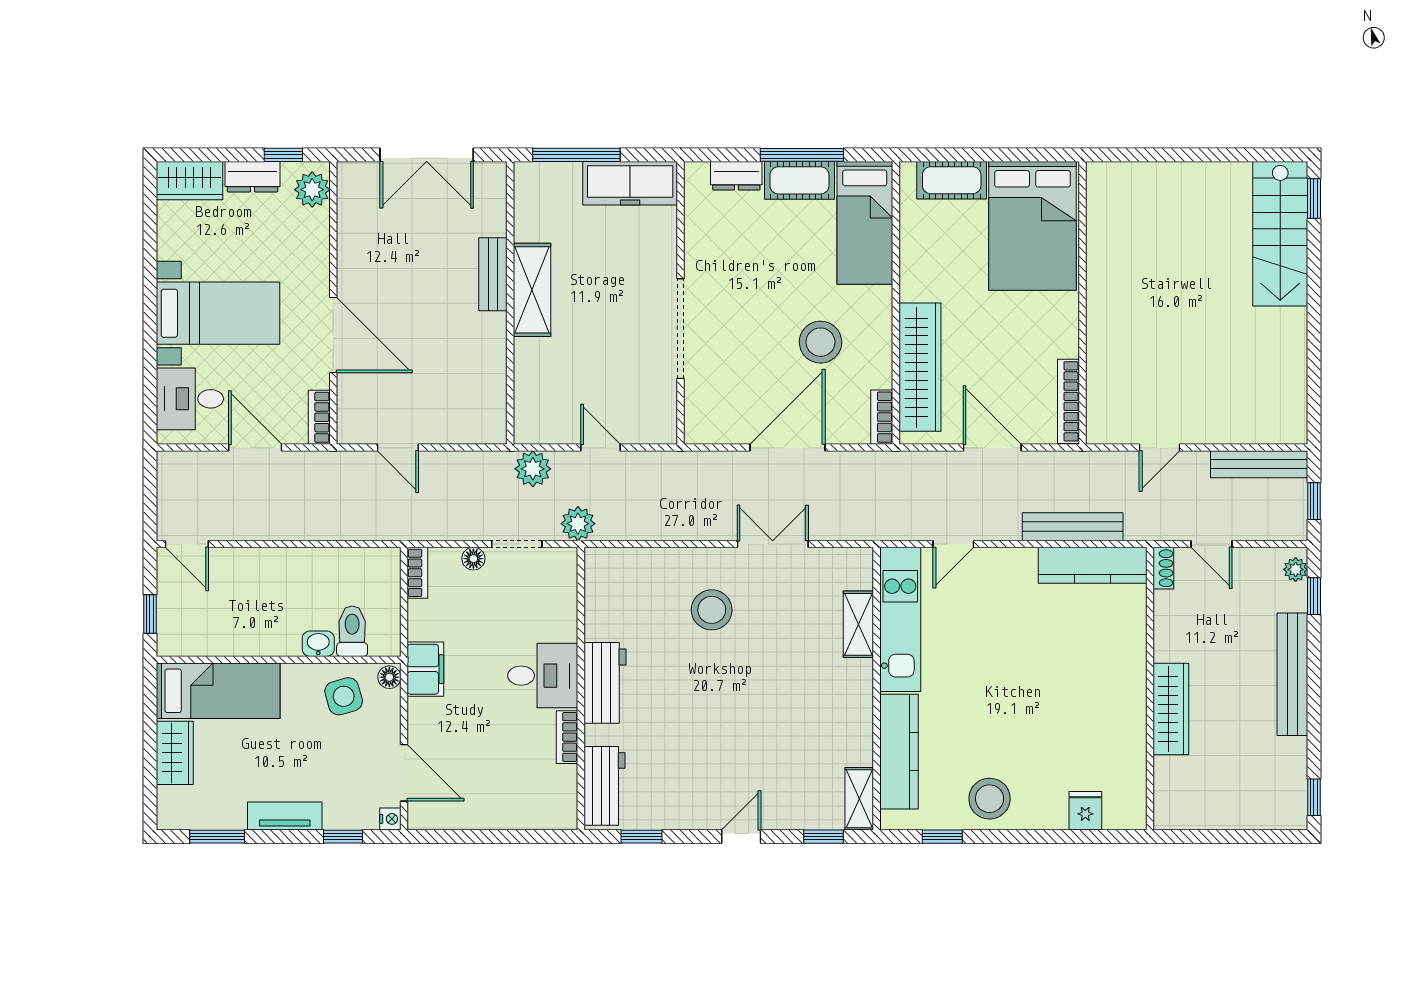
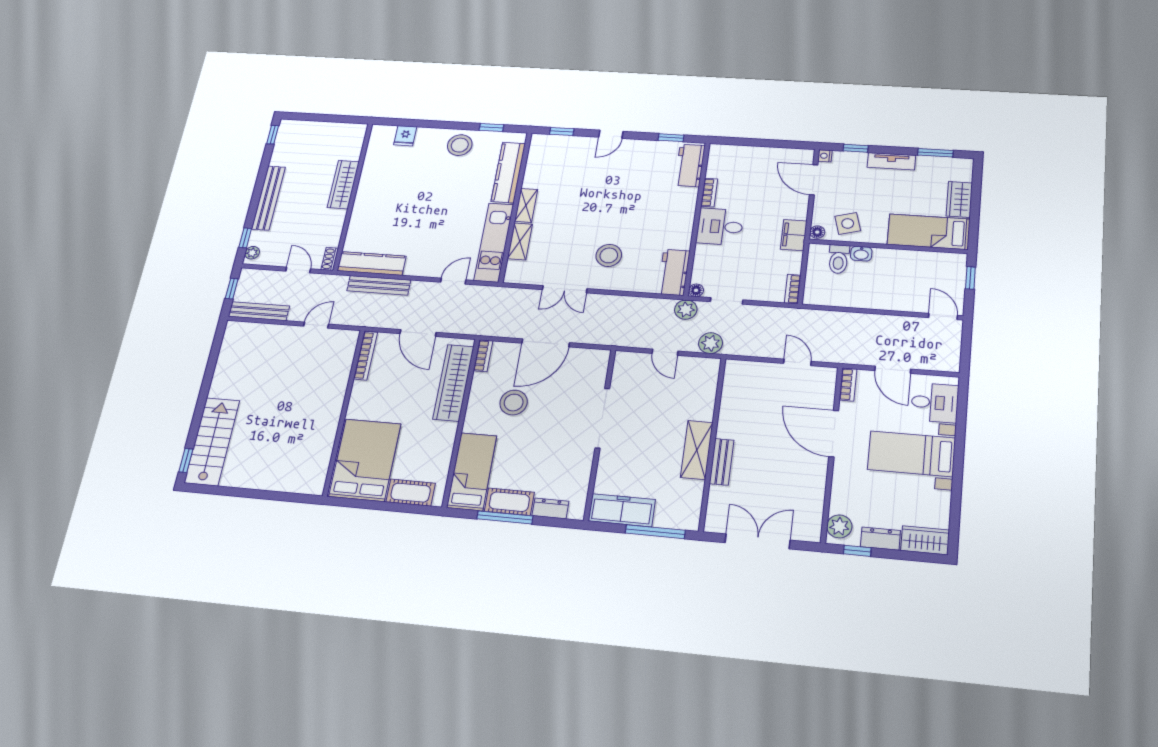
floor lamp: (473, 559) -> (696, 290), moved
workbench: (605, 683) -> (674, 272), moved
shelving: (859, 799) -> (526, 205), moved

